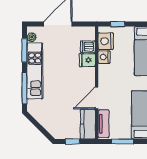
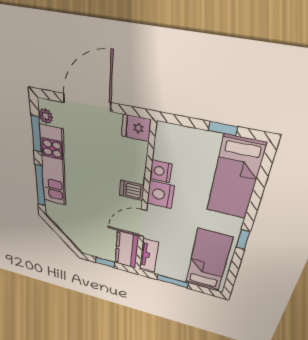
window: (118, 24) -> (223, 129), moved
nightstand: (106, 41) -> (160, 195), moved
dishwasher: (88, 47) -> (132, 190), moved
fridge: (87, 60) -> (136, 128), moved

